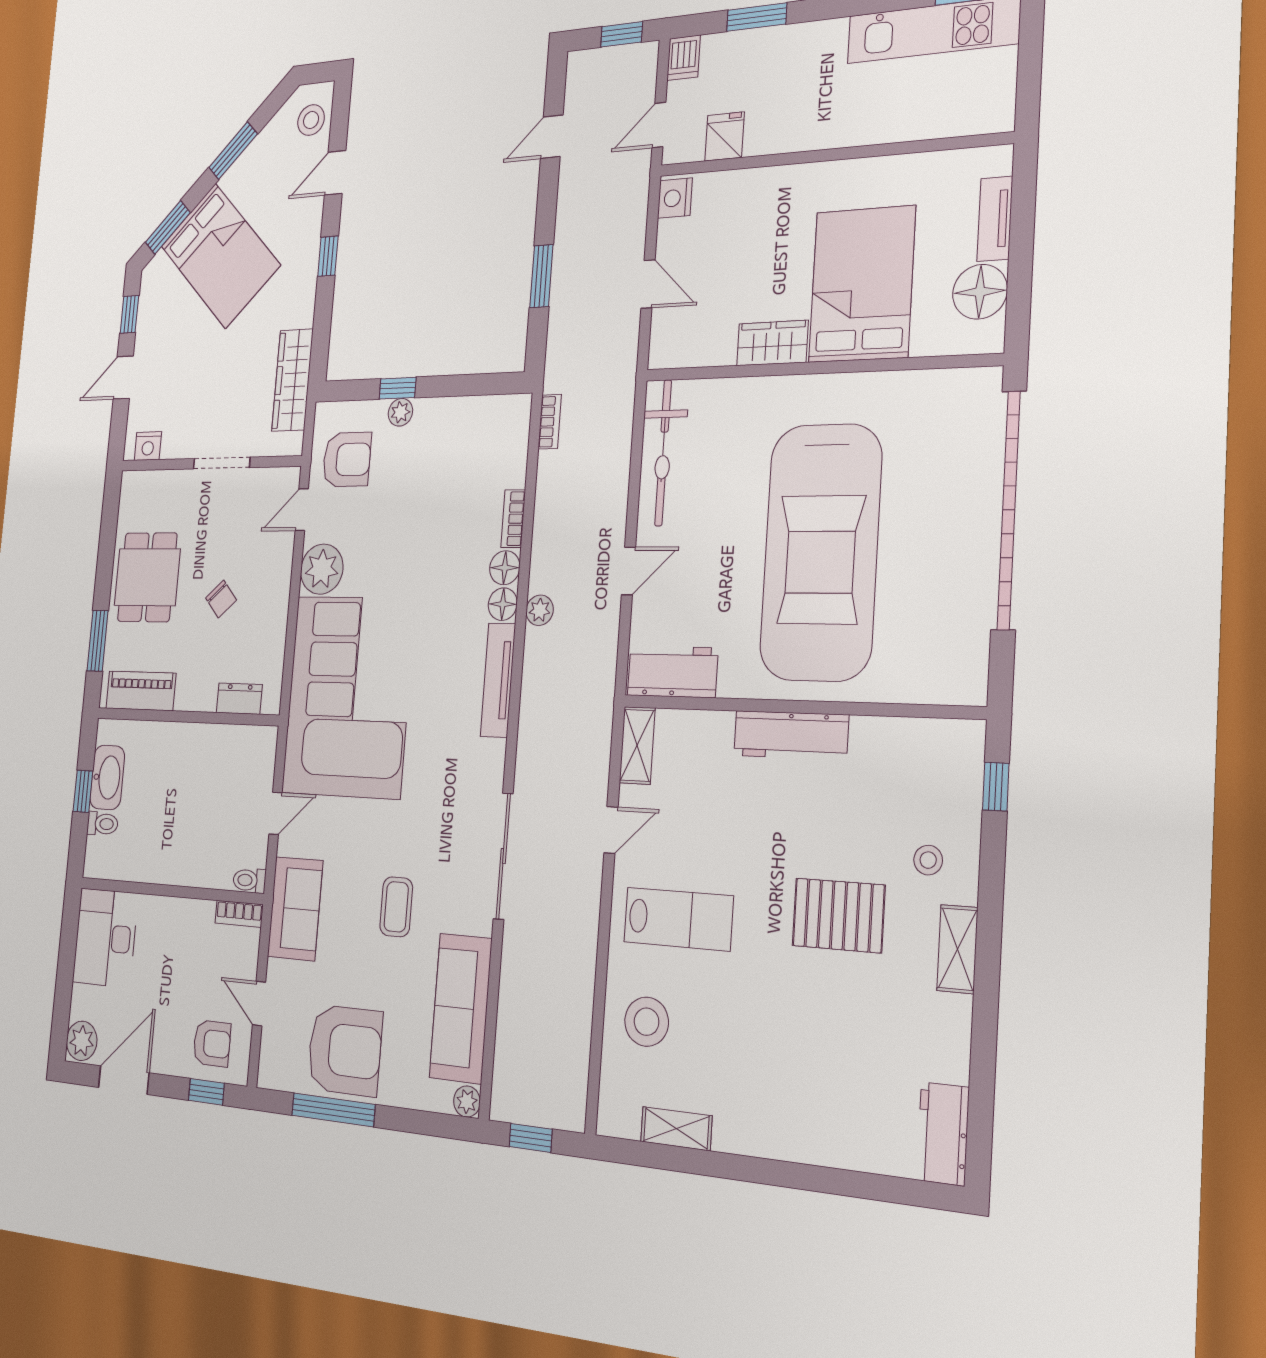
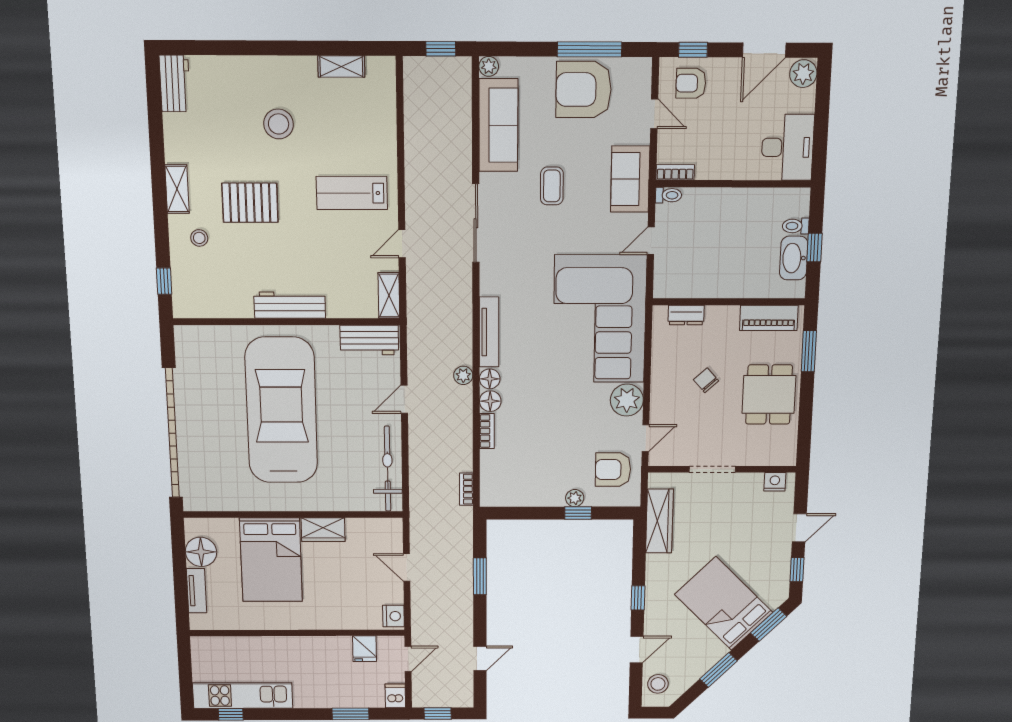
stool: (647, 1022) -> (279, 124), moved

